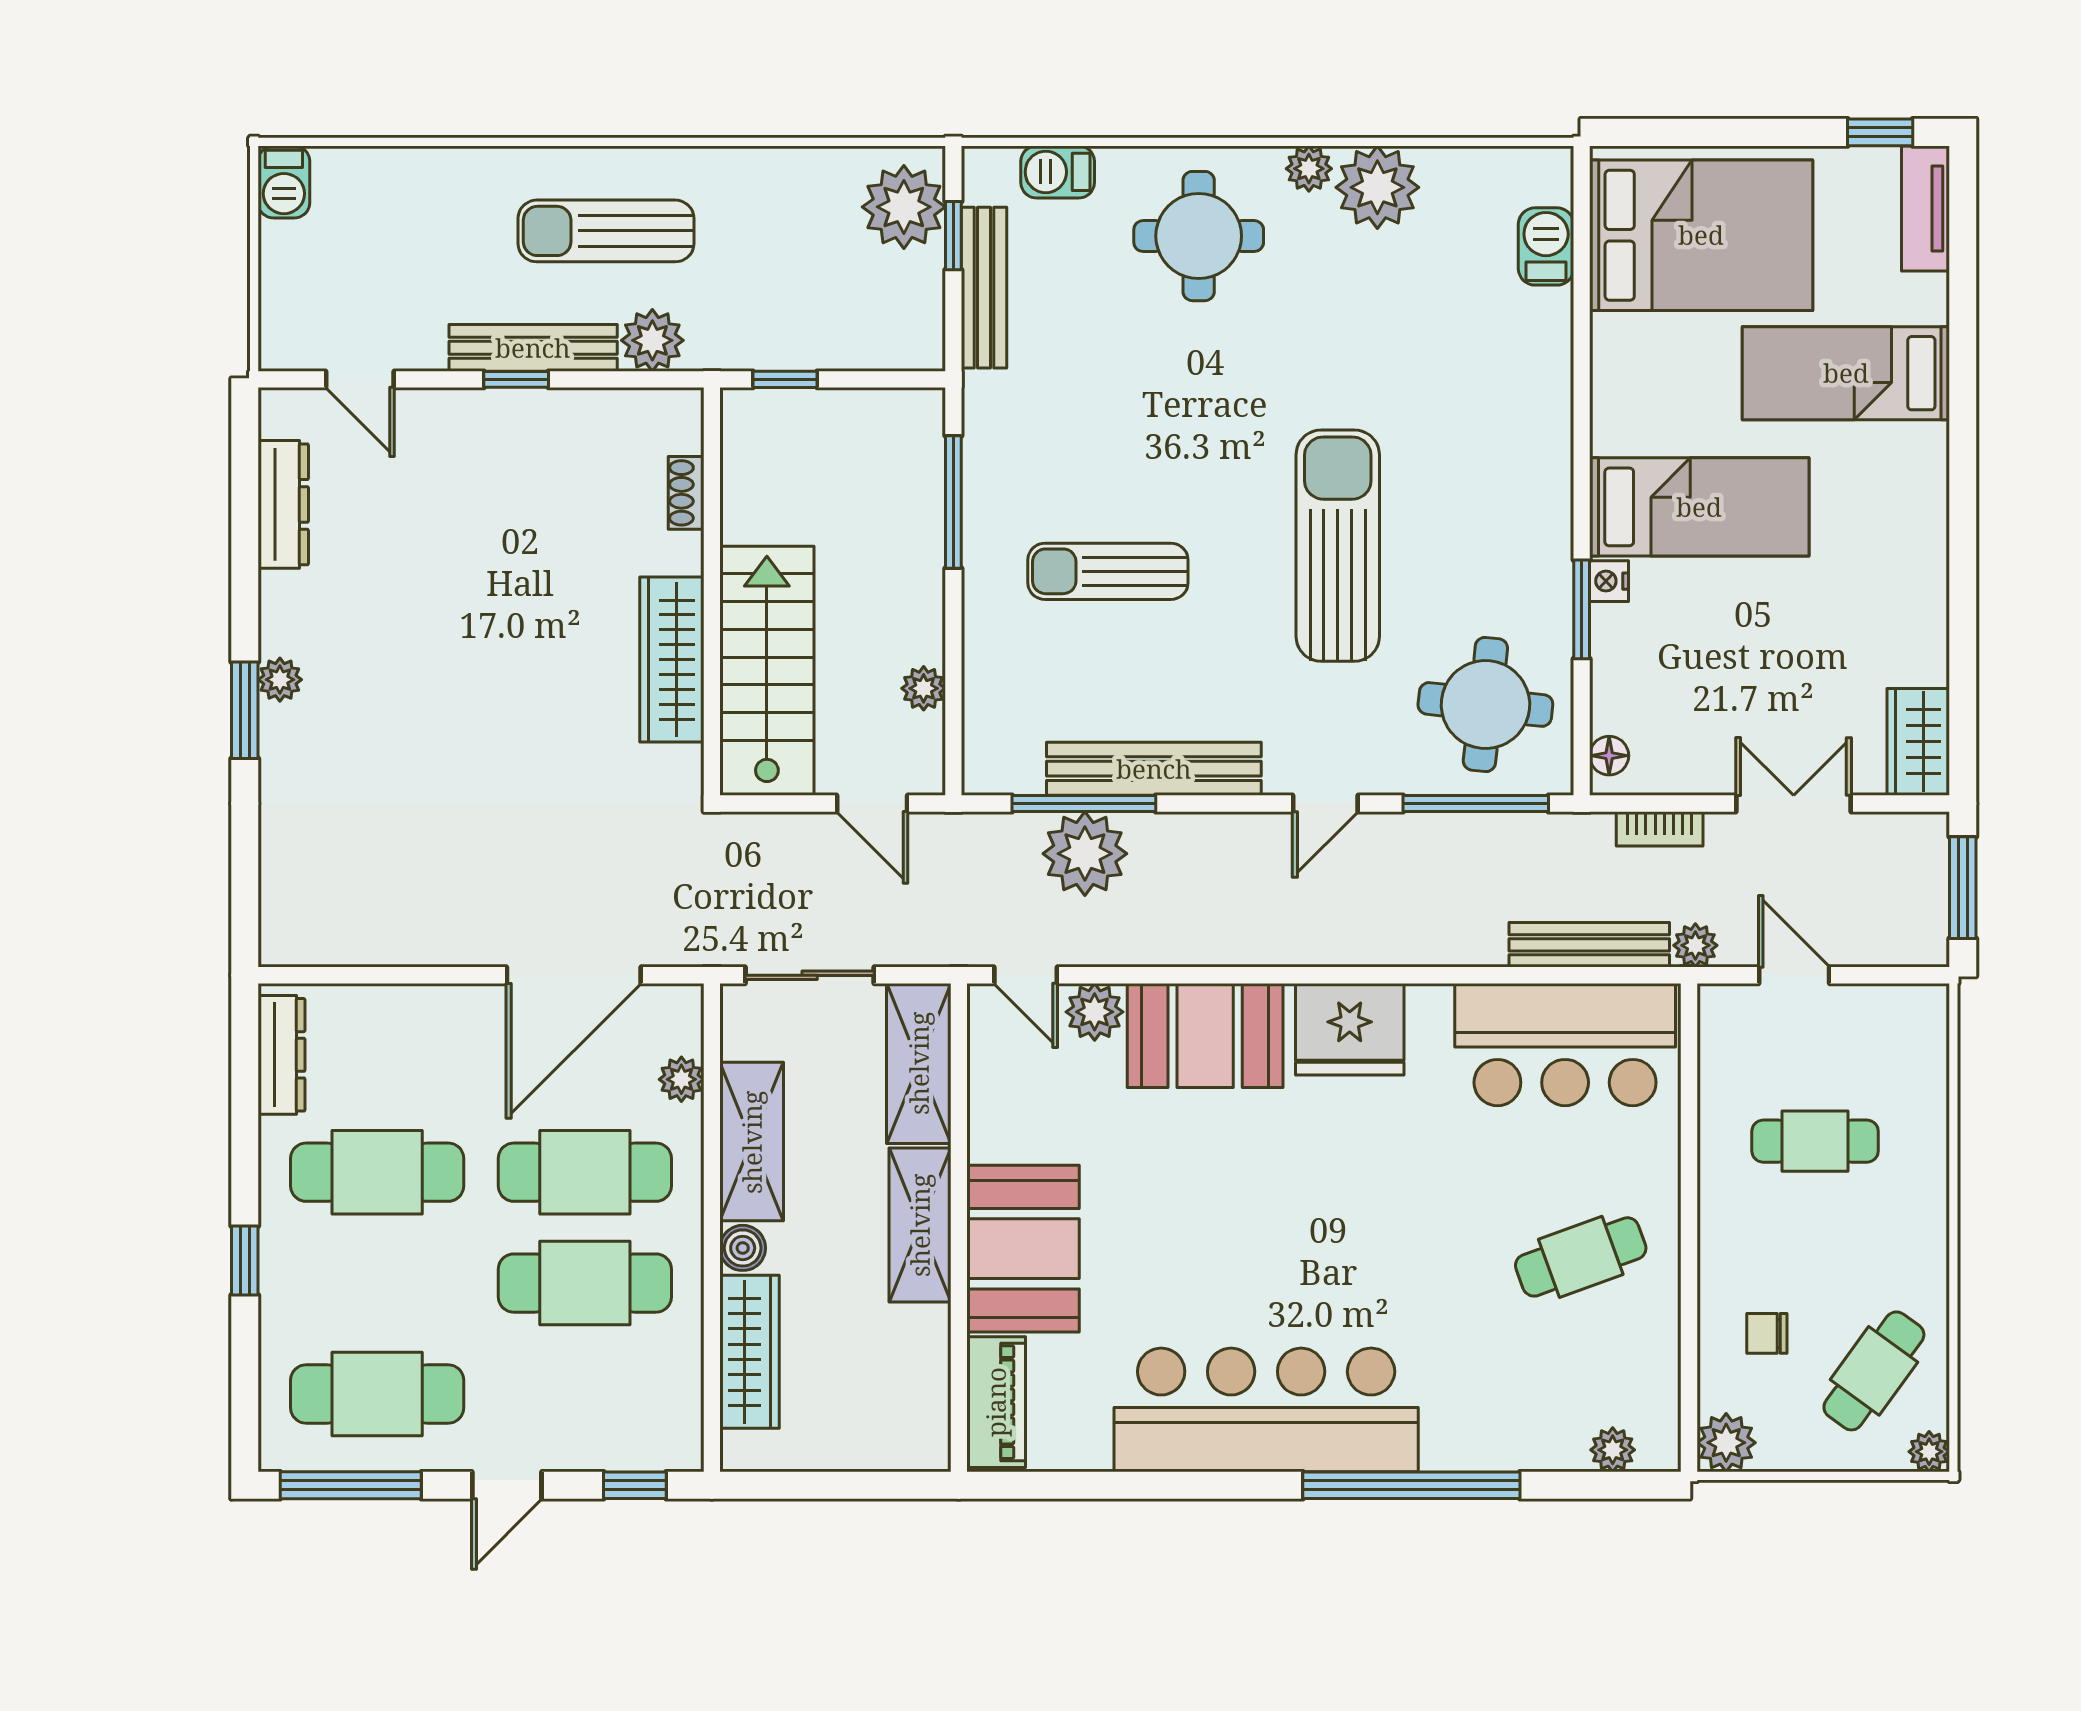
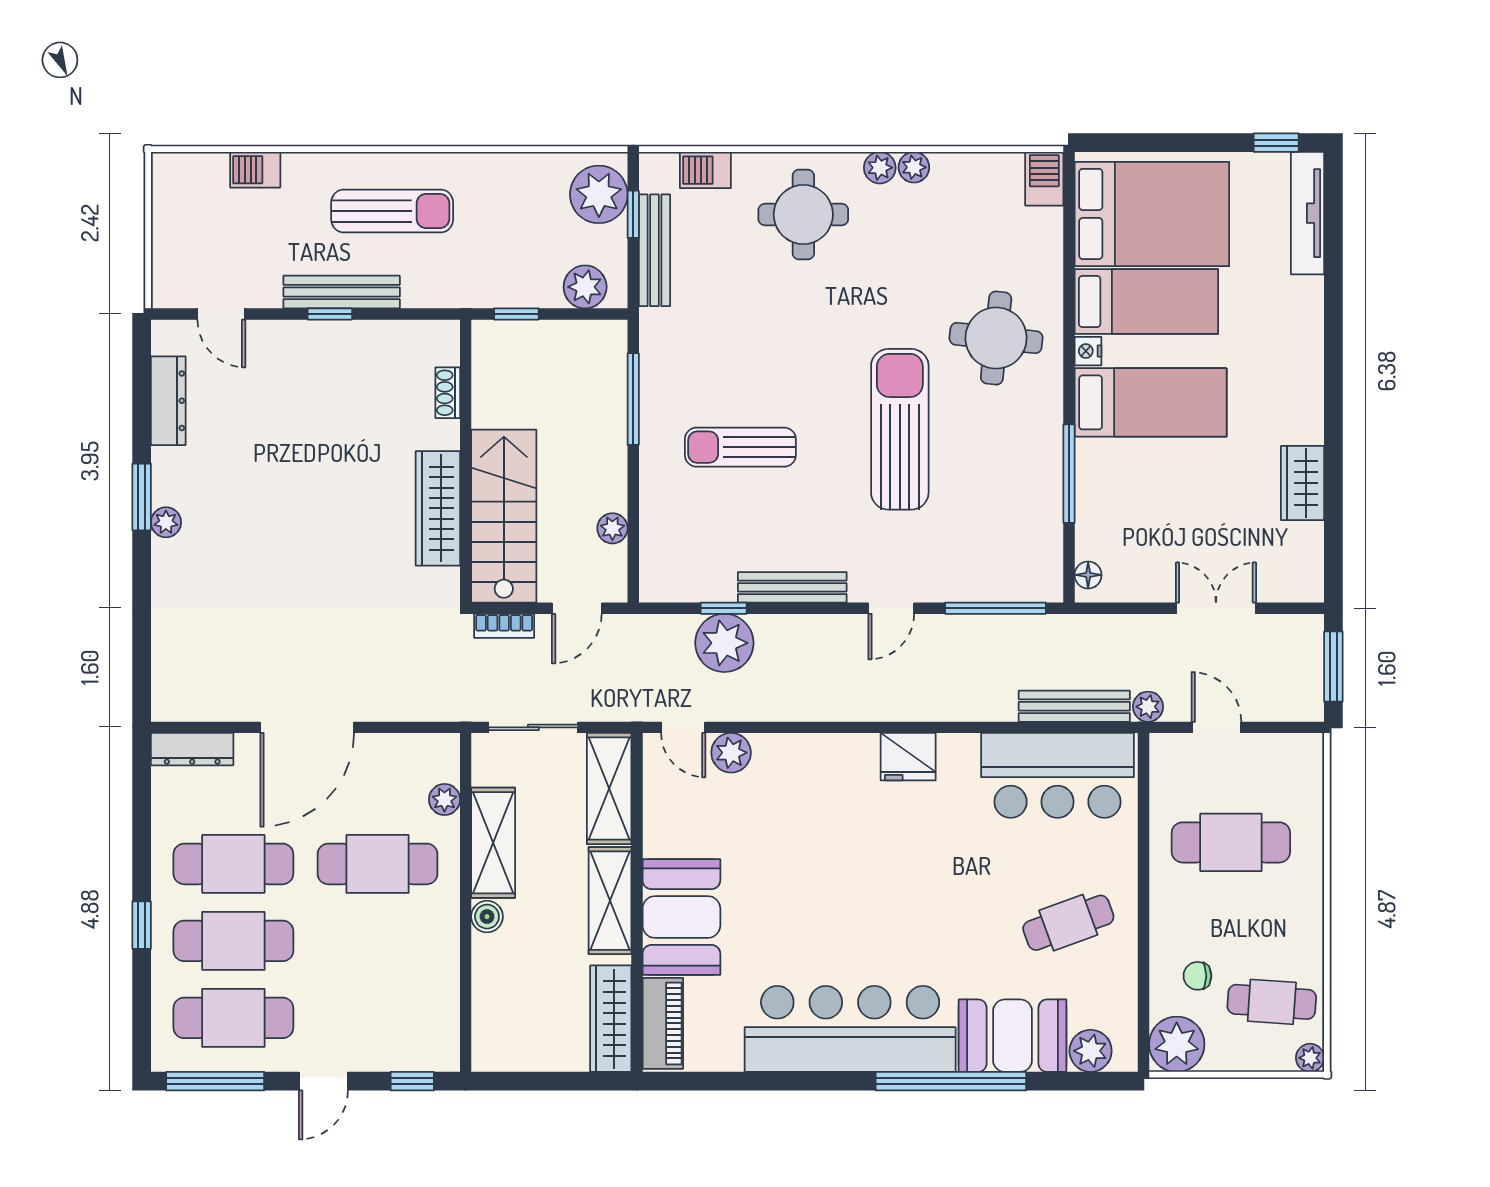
barbecue: (284, 182) -> (255, 170), moved, turned 90
plant: (1377, 187) -> (914, 167), width x0.53, depth x0.53
tv unit: (1925, 208) -> (1308, 213), width x1.41
sun lounger: (606, 231) -> (392, 211), turned 180
barbecue: (1546, 246) -> (1044, 179), moved
plant: (652, 340) -> (585, 287), moved
bed: (1846, 373) -> (1146, 301), moved, turned 180
nightstand: (1609, 581) -> (1088, 351), moved
window: (1582, 609) -> (1069, 474), width x1.44
round table: (1485, 704) -> (996, 338), moved
window: (245, 710) -> (142, 497), moved
wardrobe: (1918, 742) -> (1303, 483), moved
bench: (1154, 769) -> (792, 587), width x0.73, depth x0.82
door: (872, 803) -> (577, 608), hinge flipped
window: (1084, 803) -> (724, 608), width x0.46
bookcase: (1660, 829) -> (504, 626), moved
door: (574, 975) -> (307, 727), moved
fridge: (1350, 1029) -> (908, 757), width x0.73, depth x0.75
booth: (1205, 1036) -> (1013, 1036), moved
dresser: (281, 1055) -> (192, 749), moved, turned 90
cafe table: (1815, 1141) -> (1231, 842), width x1.37, depth x1.35
cafe table: (585, 1283) -> (233, 941), moved
wardrobe: (750, 1352) -> (611, 1019), moved, turned 180
cafe table: (1874, 1371) -> (1272, 1002), turned 58
plant: (1726, 1443) -> (1177, 1044), width x1.36, depth x1.36
plant: (1613, 1450) -> (1091, 1051), width x1.38, depth x1.38

